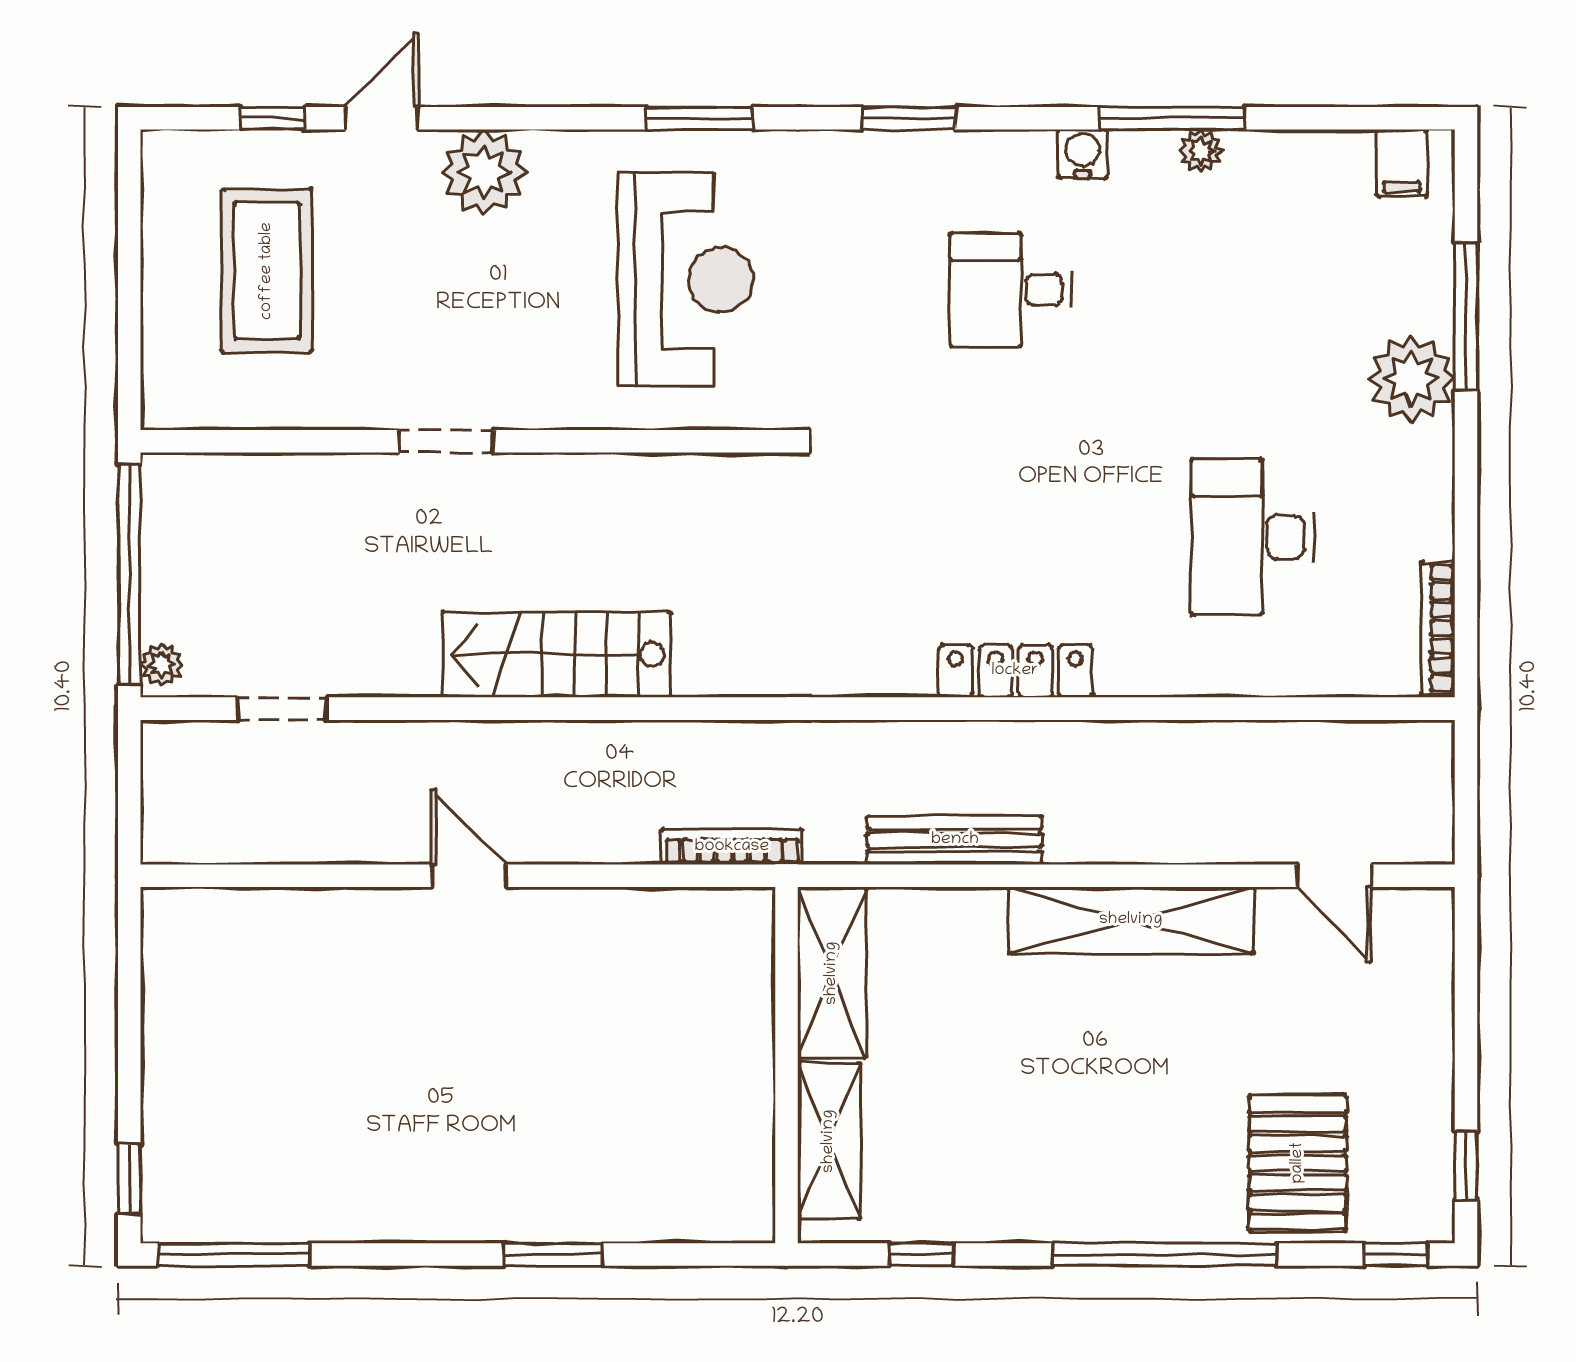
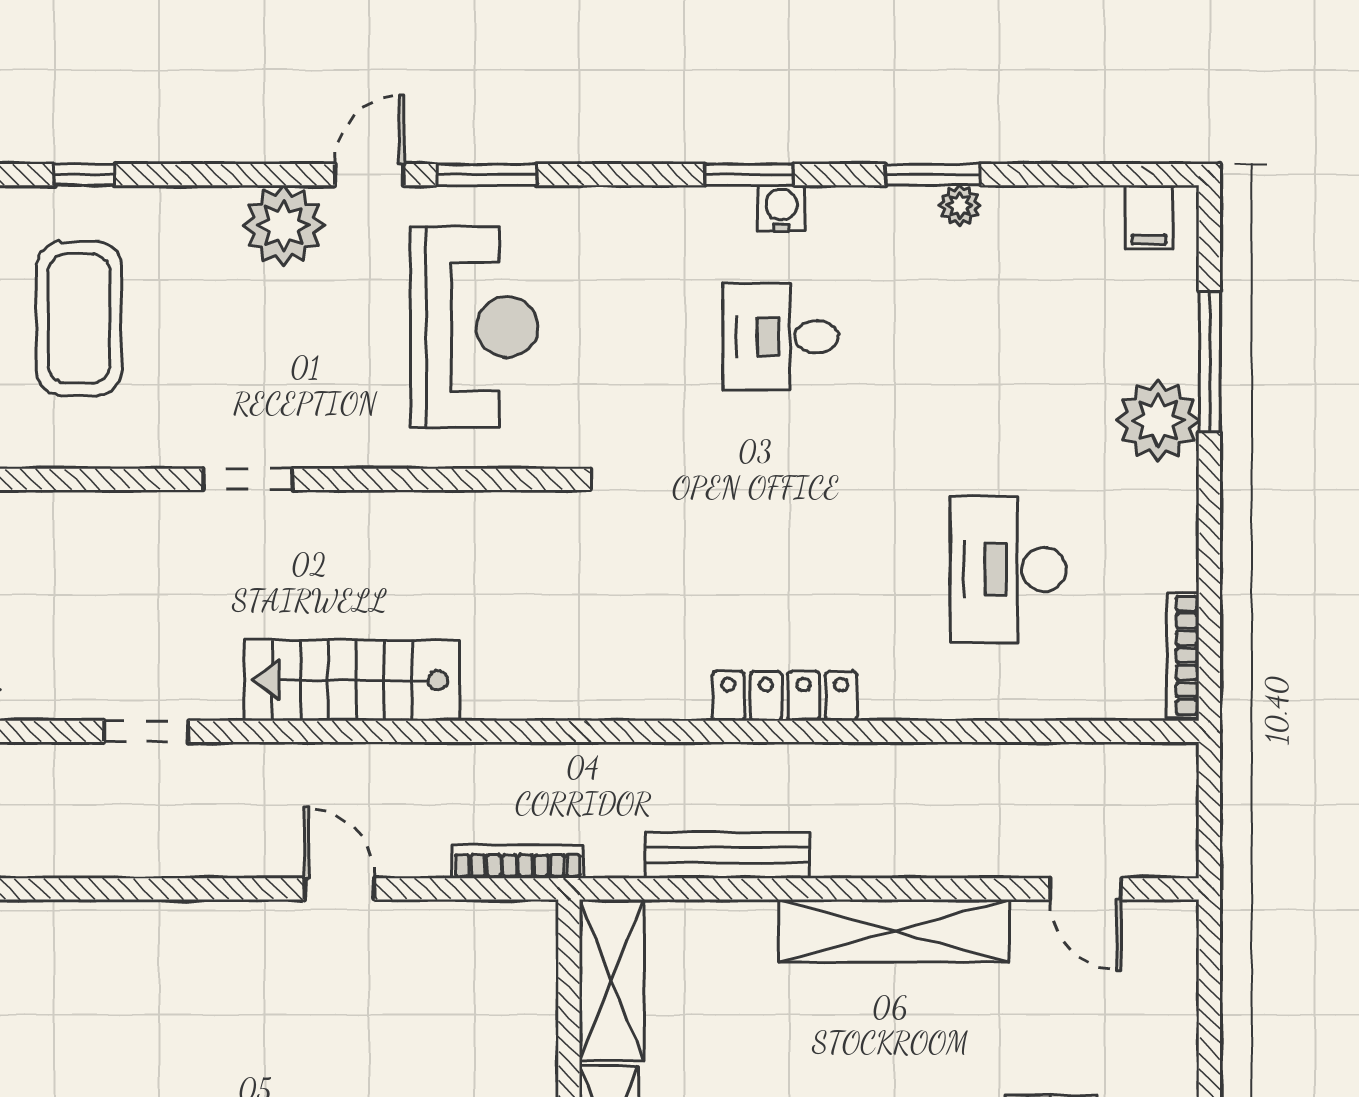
door: (382, 118) -> (369, 175), moved
window: (909, 118) -> (749, 175), moved
window: (1173, 118) -> (933, 175), width x0.69
water cooler: (1082, 154) -> (781, 208), moved
doorway: (282, 709) -> (146, 731), moved
door: (468, 876) -> (339, 889), moved

